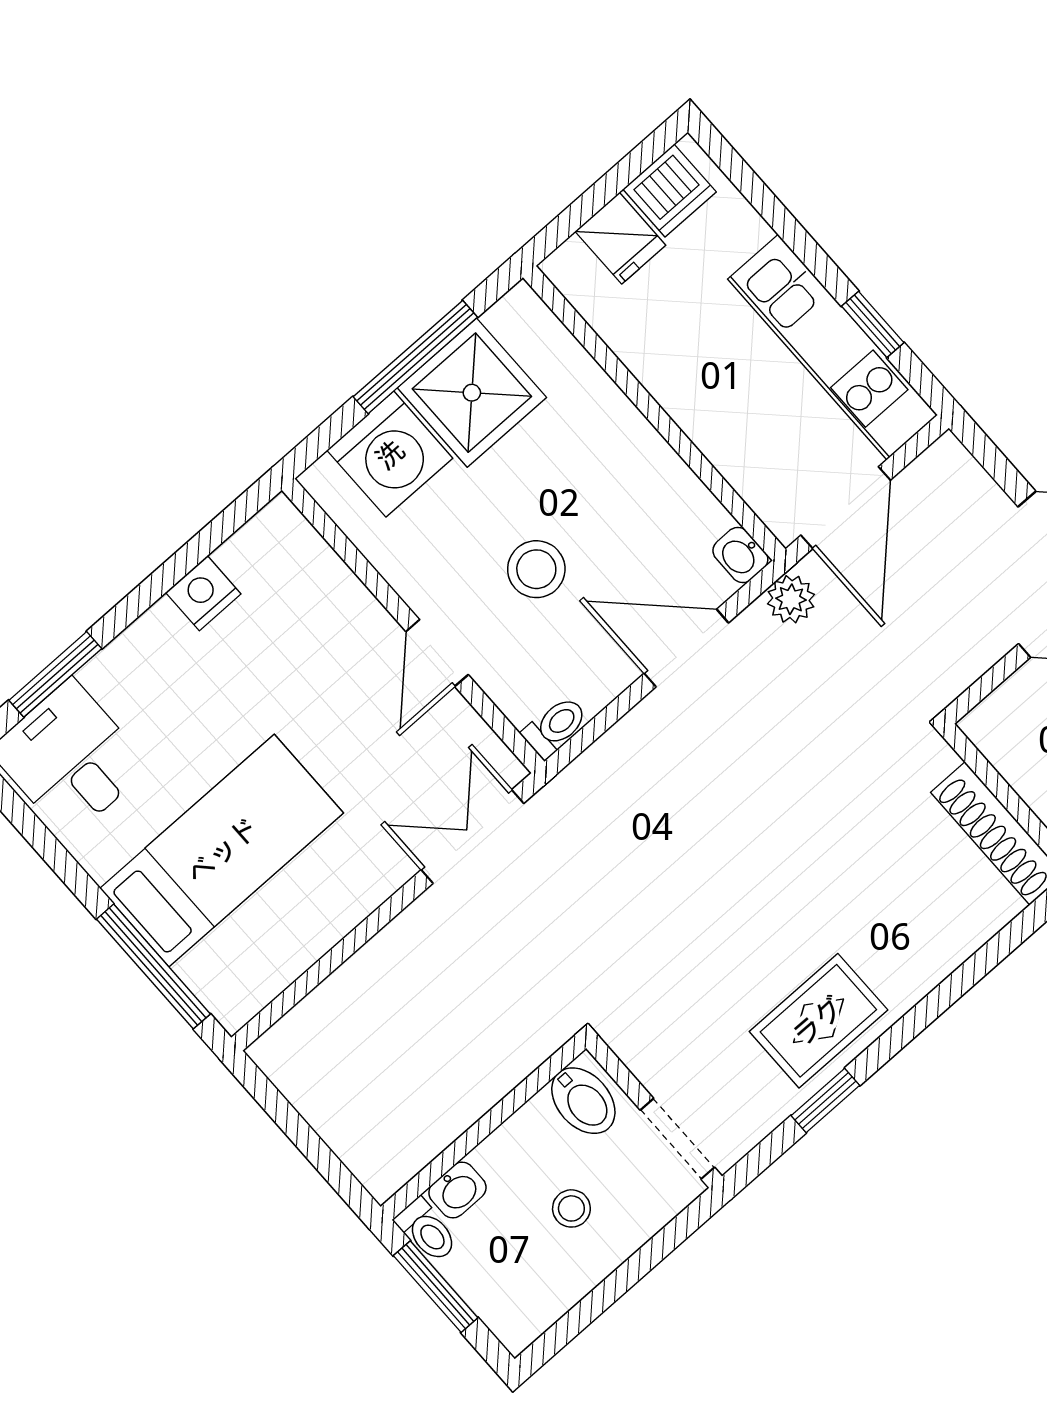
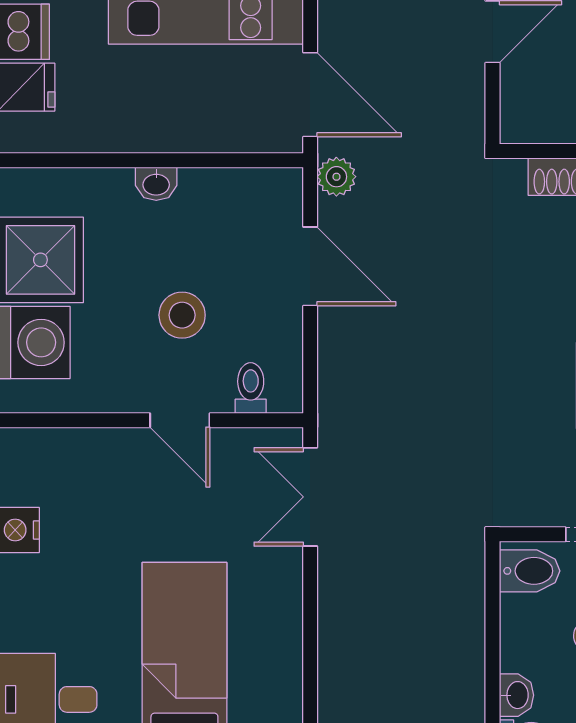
washbasin: (740, 555) -> (156, 184), moved
door: (686, 648) -> (310, 266), swing flipped
toilet: (555, 727) -> (251, 388), moved

